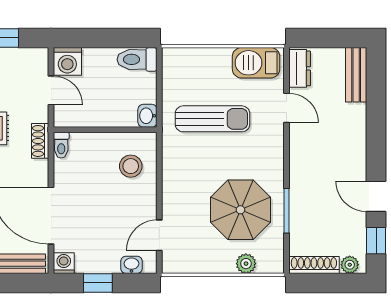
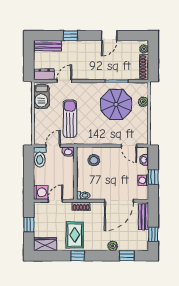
door: (159, 86) -> (53, 146), added
window: (376, 241) -> (71, 36), moved
washing machine: (64, 263) -> (143, 180), moved

